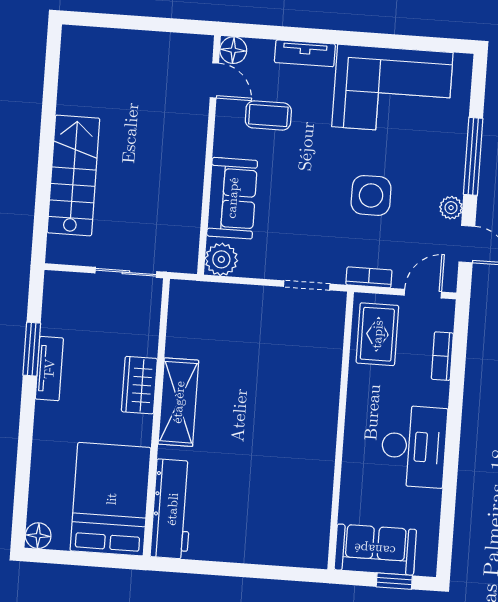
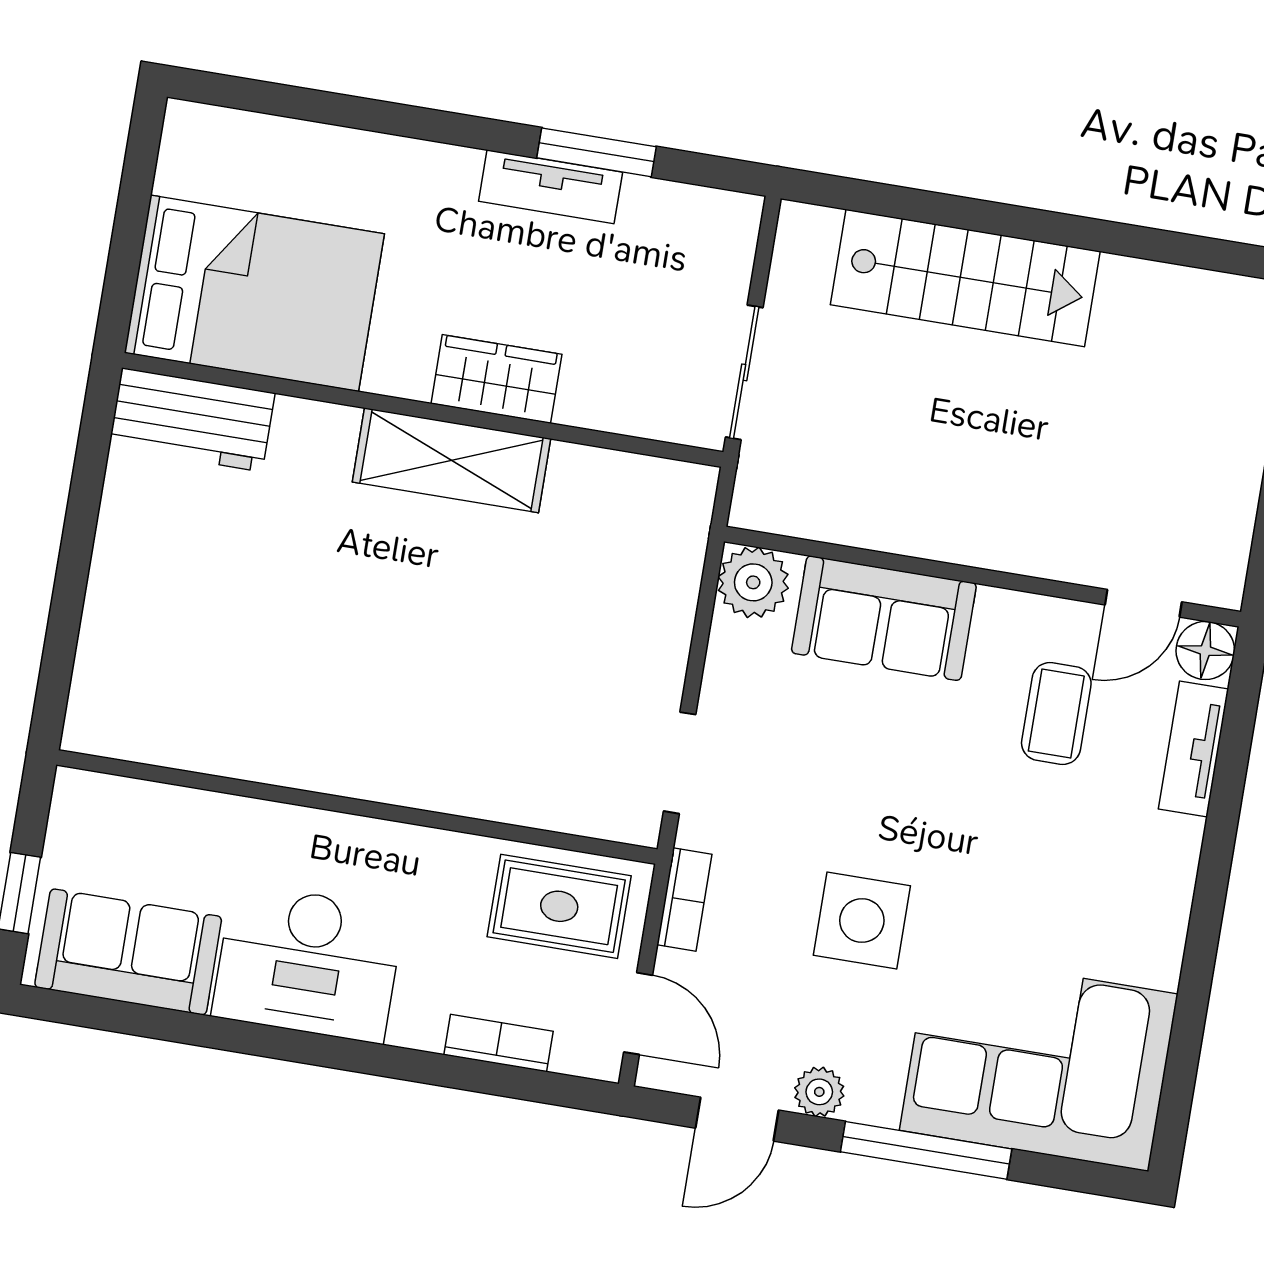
tv unit: (305, 53) -> (1193, 749), moved
corner sofa: (392, 90) -> (1039, 1062), moved, turned 90
workbench: (172, 509) -> (192, 420), width x0.73
floor lamp: (38, 536) -> (190, 129), removed
sofa: (375, 550) -> (128, 952), moved, turned -90

